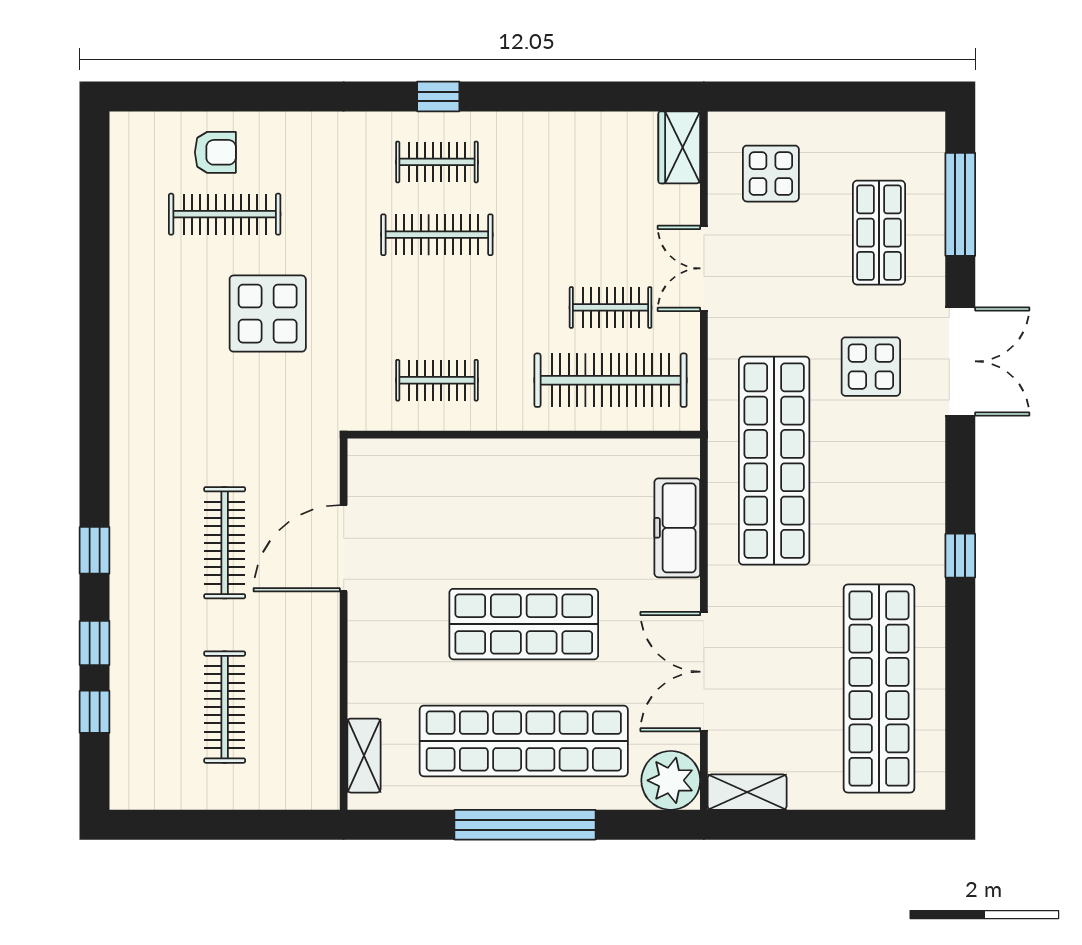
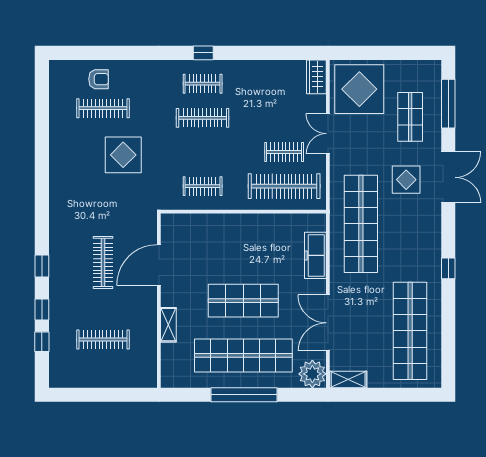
display table: (771, 174) -> (359, 89), width x1.86, depth x1.86
clothes rail: (225, 707) -> (103, 340), turned 90
shelving: (364, 756) -> (168, 325), moved

